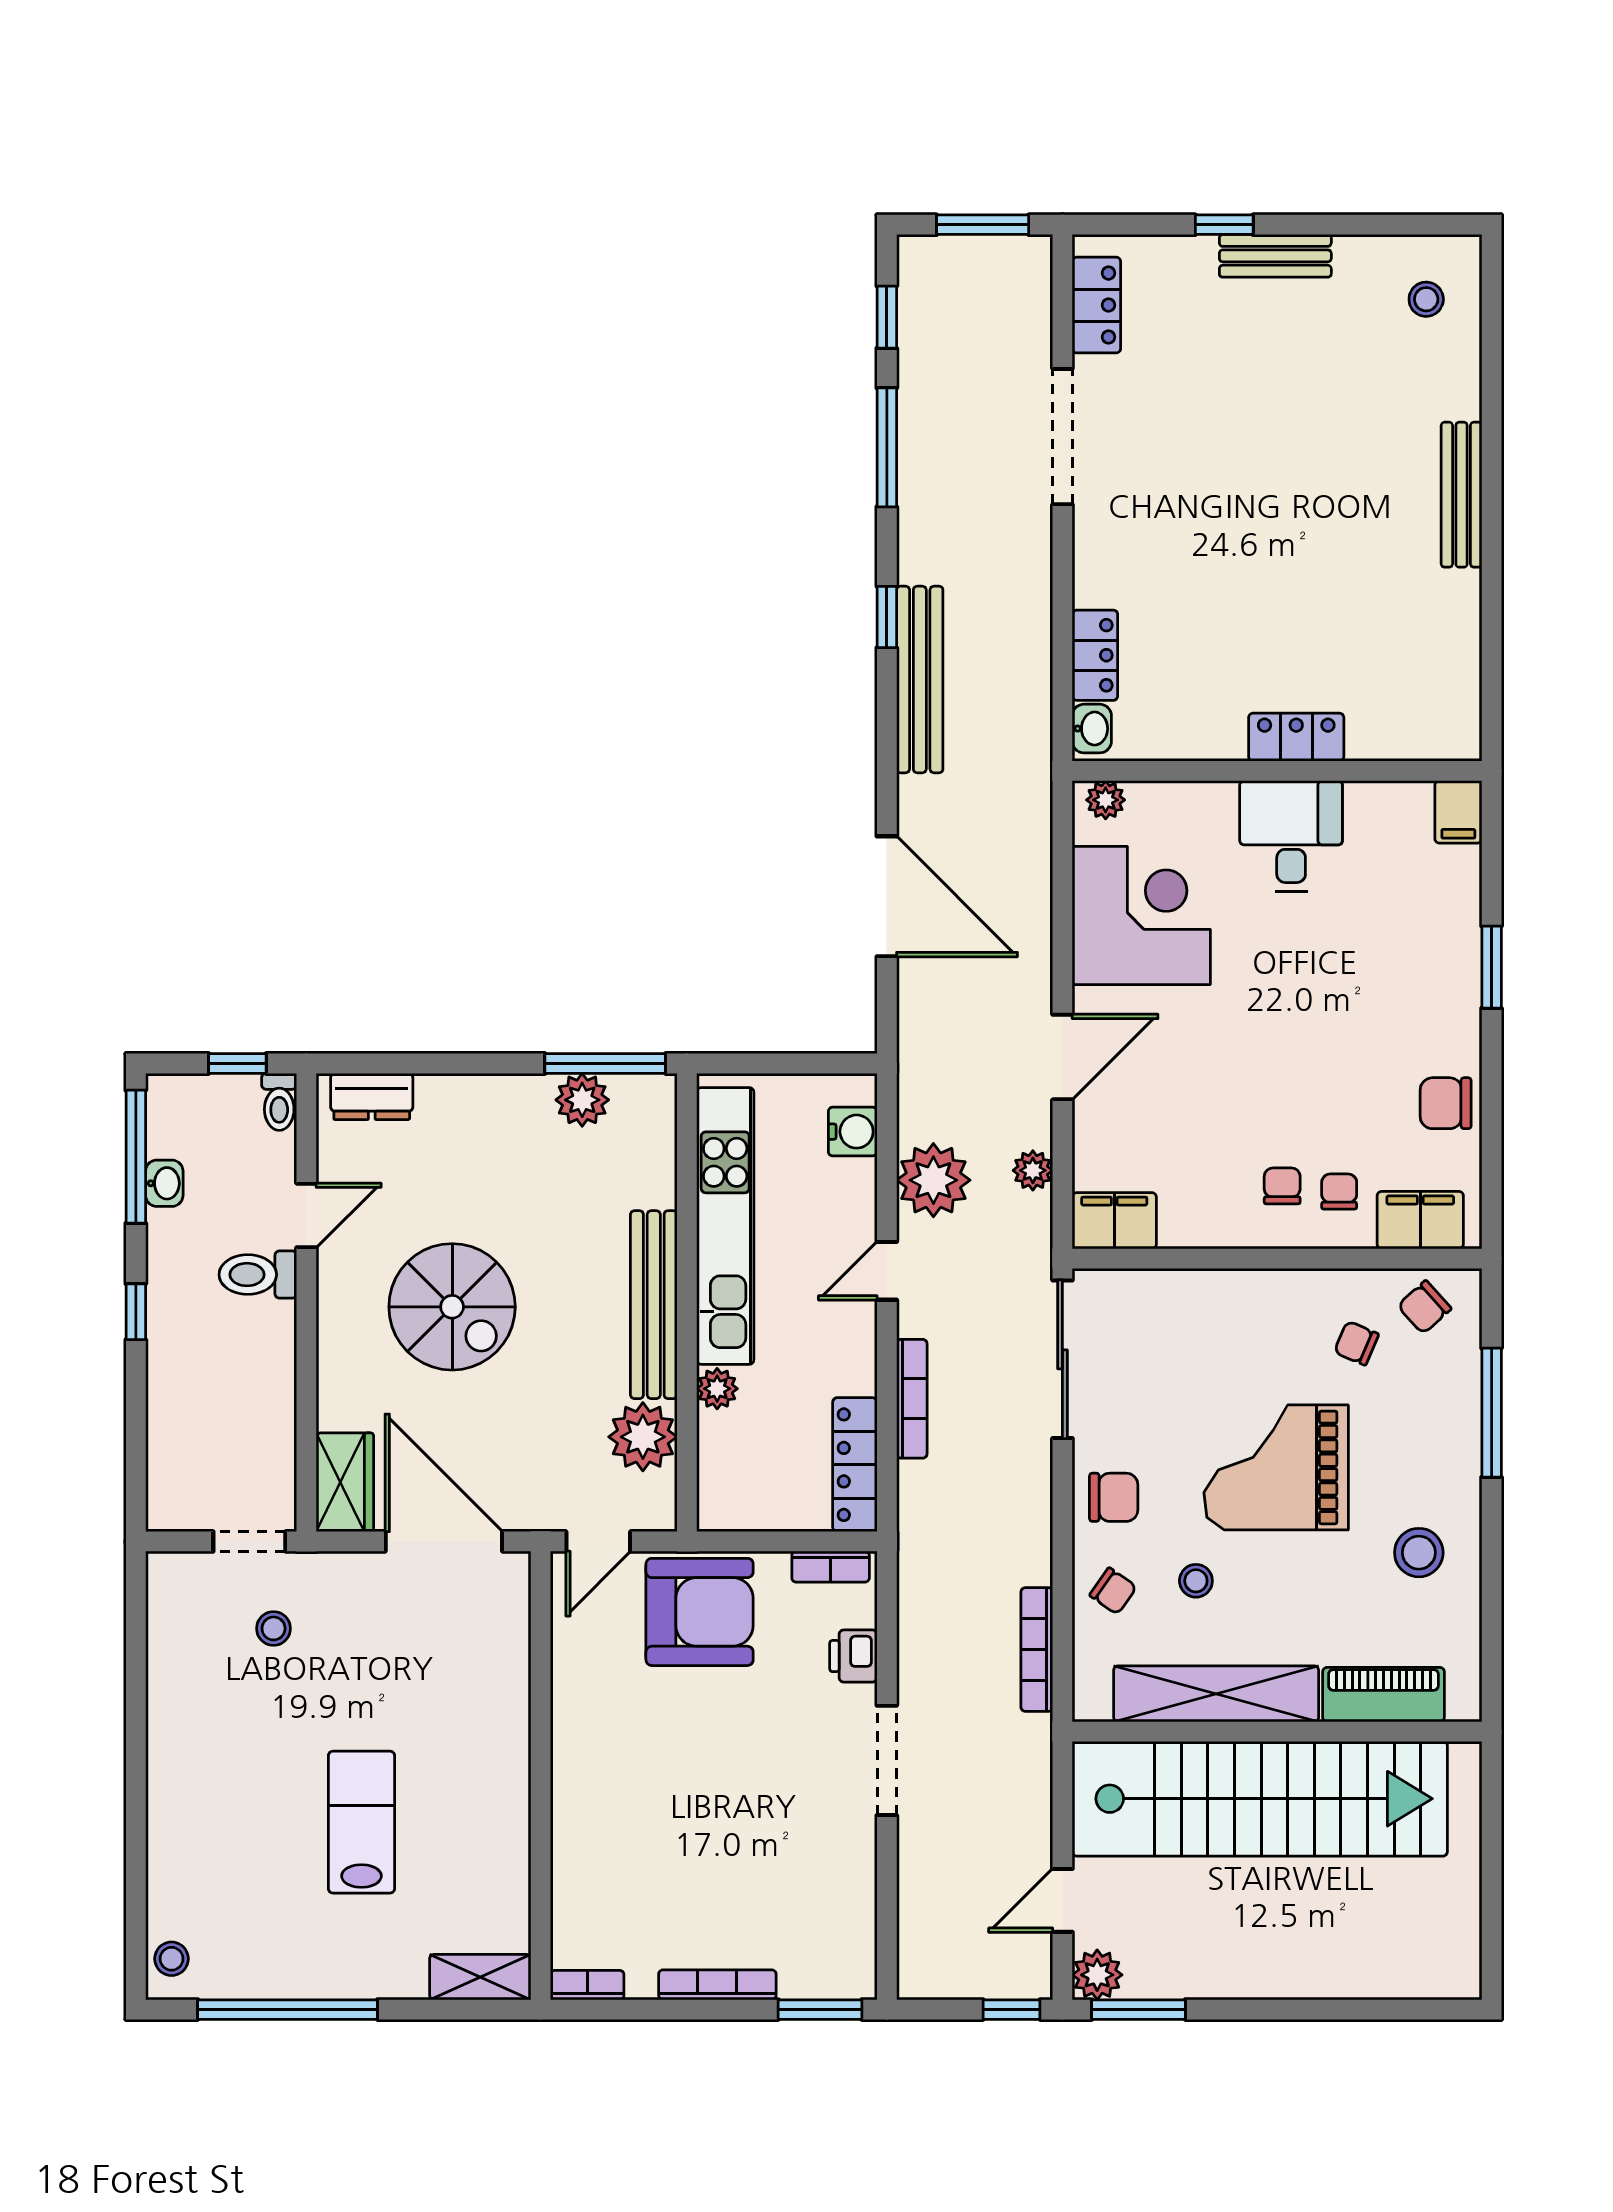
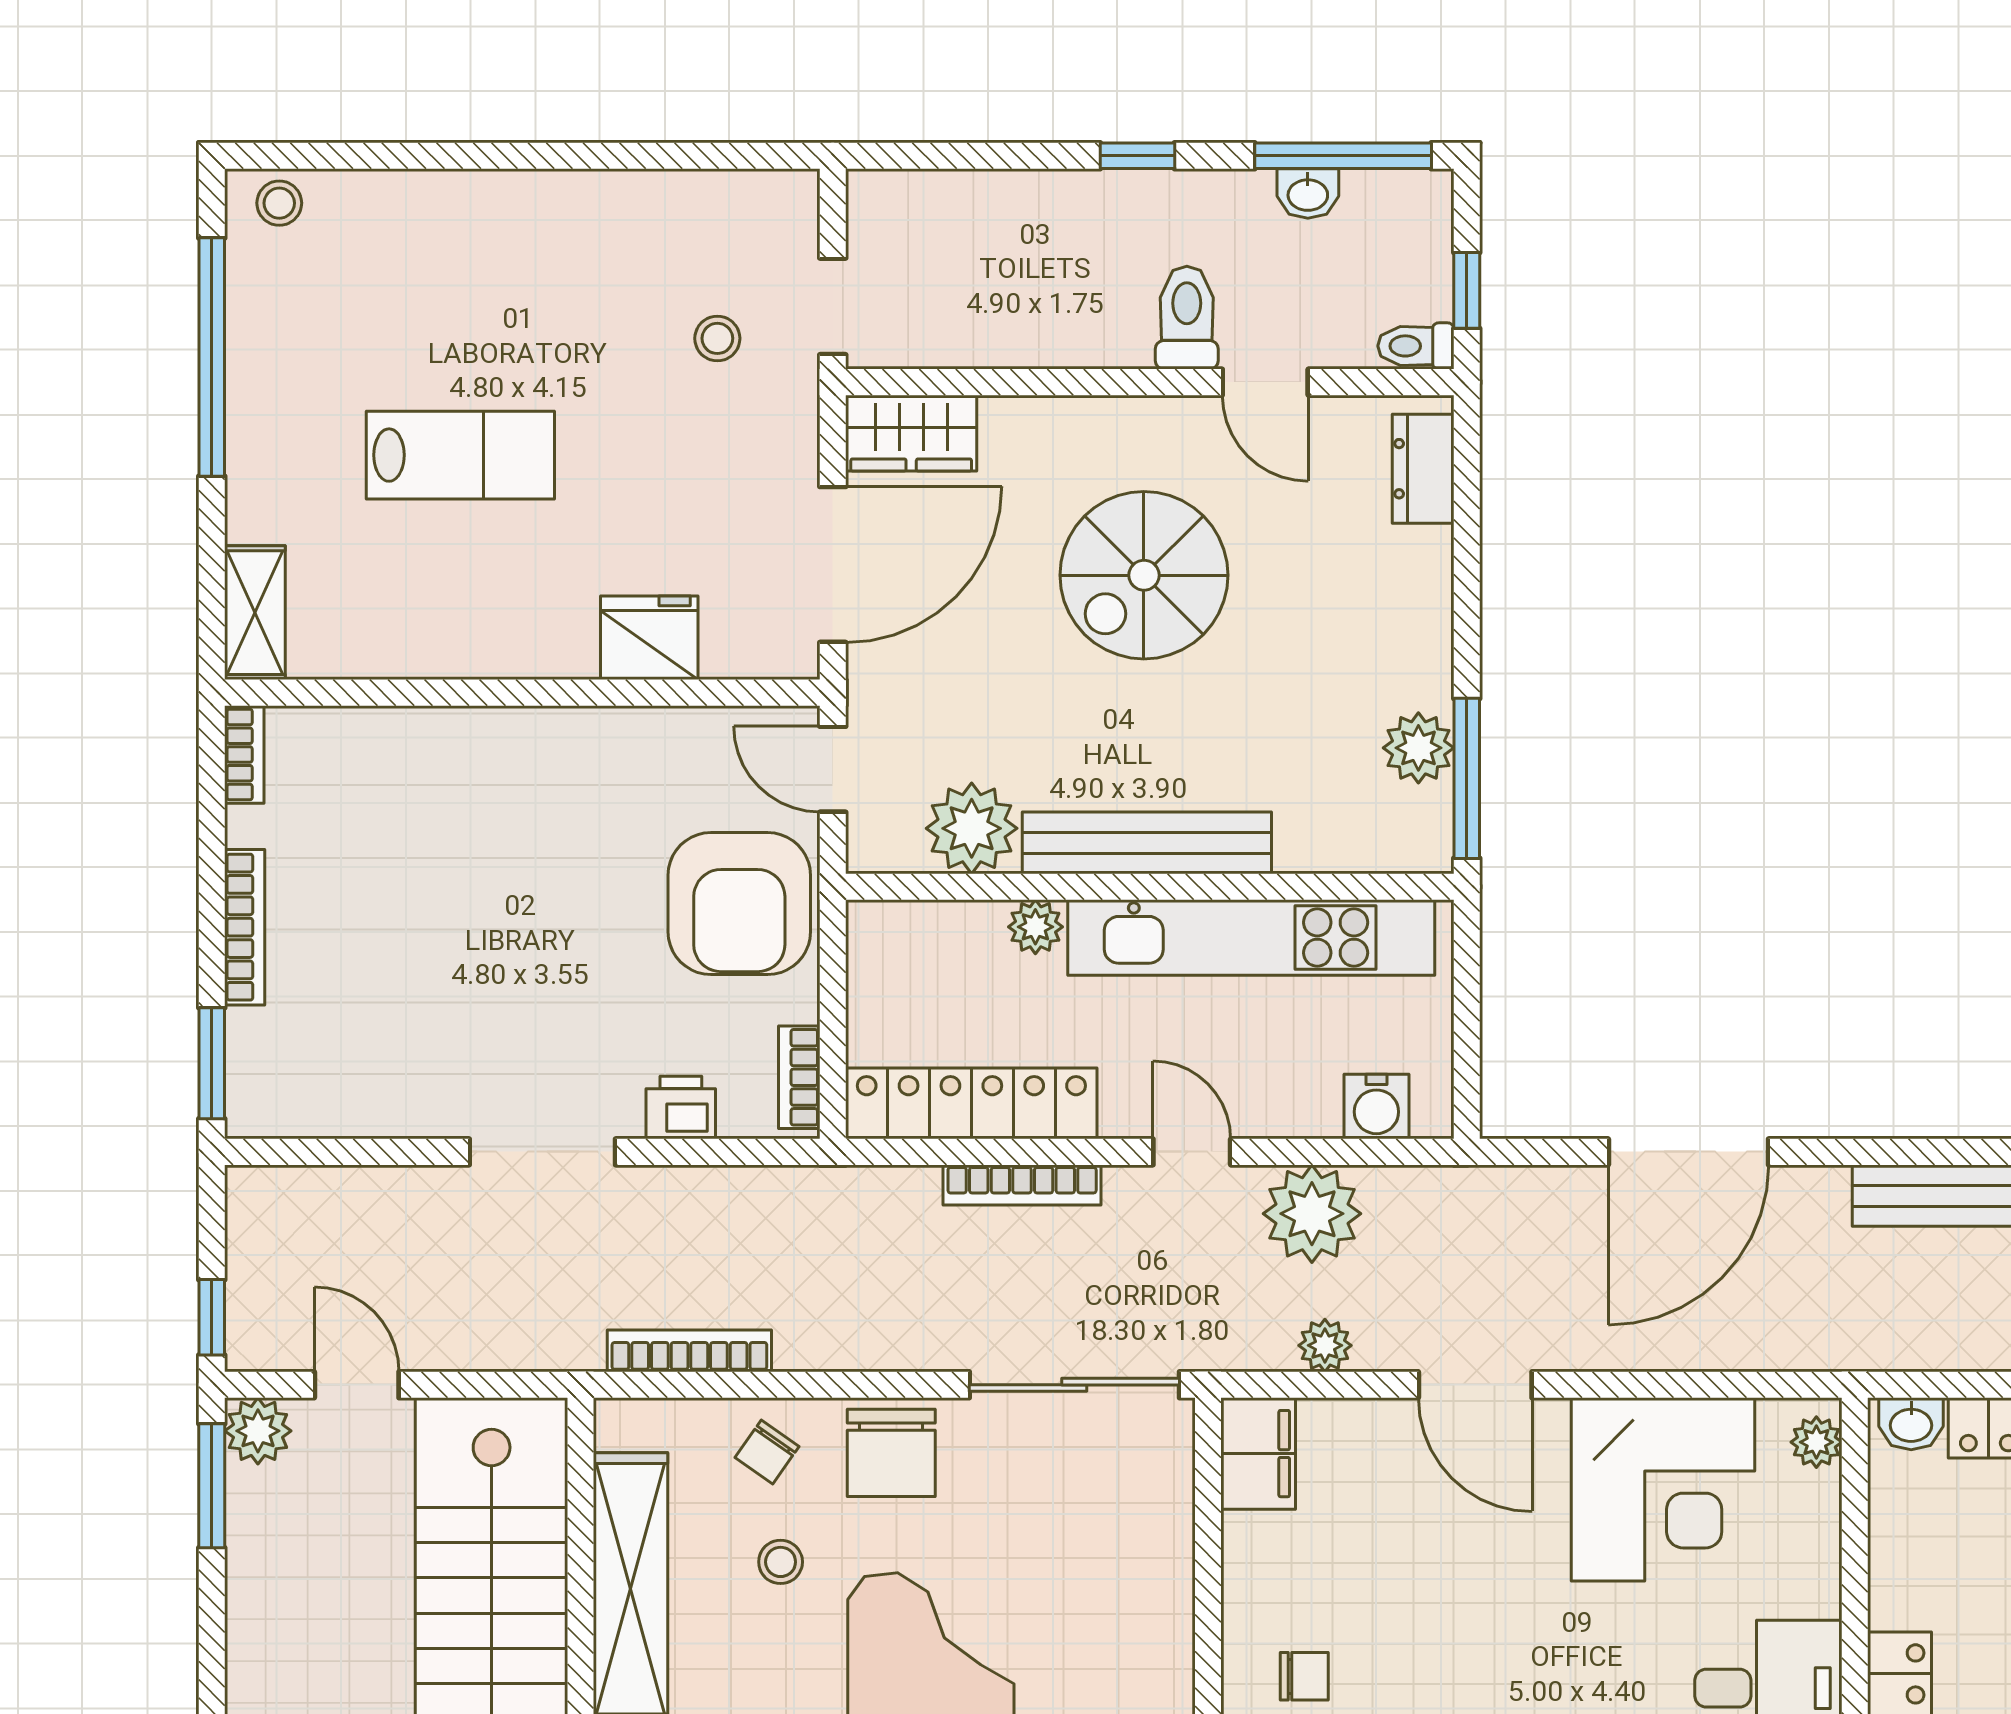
locker: (855, 1465) -> (971, 1103), width x1.41, depth x1.21
chair: (1114, 1497) -> (891, 1453), width x1.37, depth x1.37
fridge: (499, 1680) -> (649, 638), added

